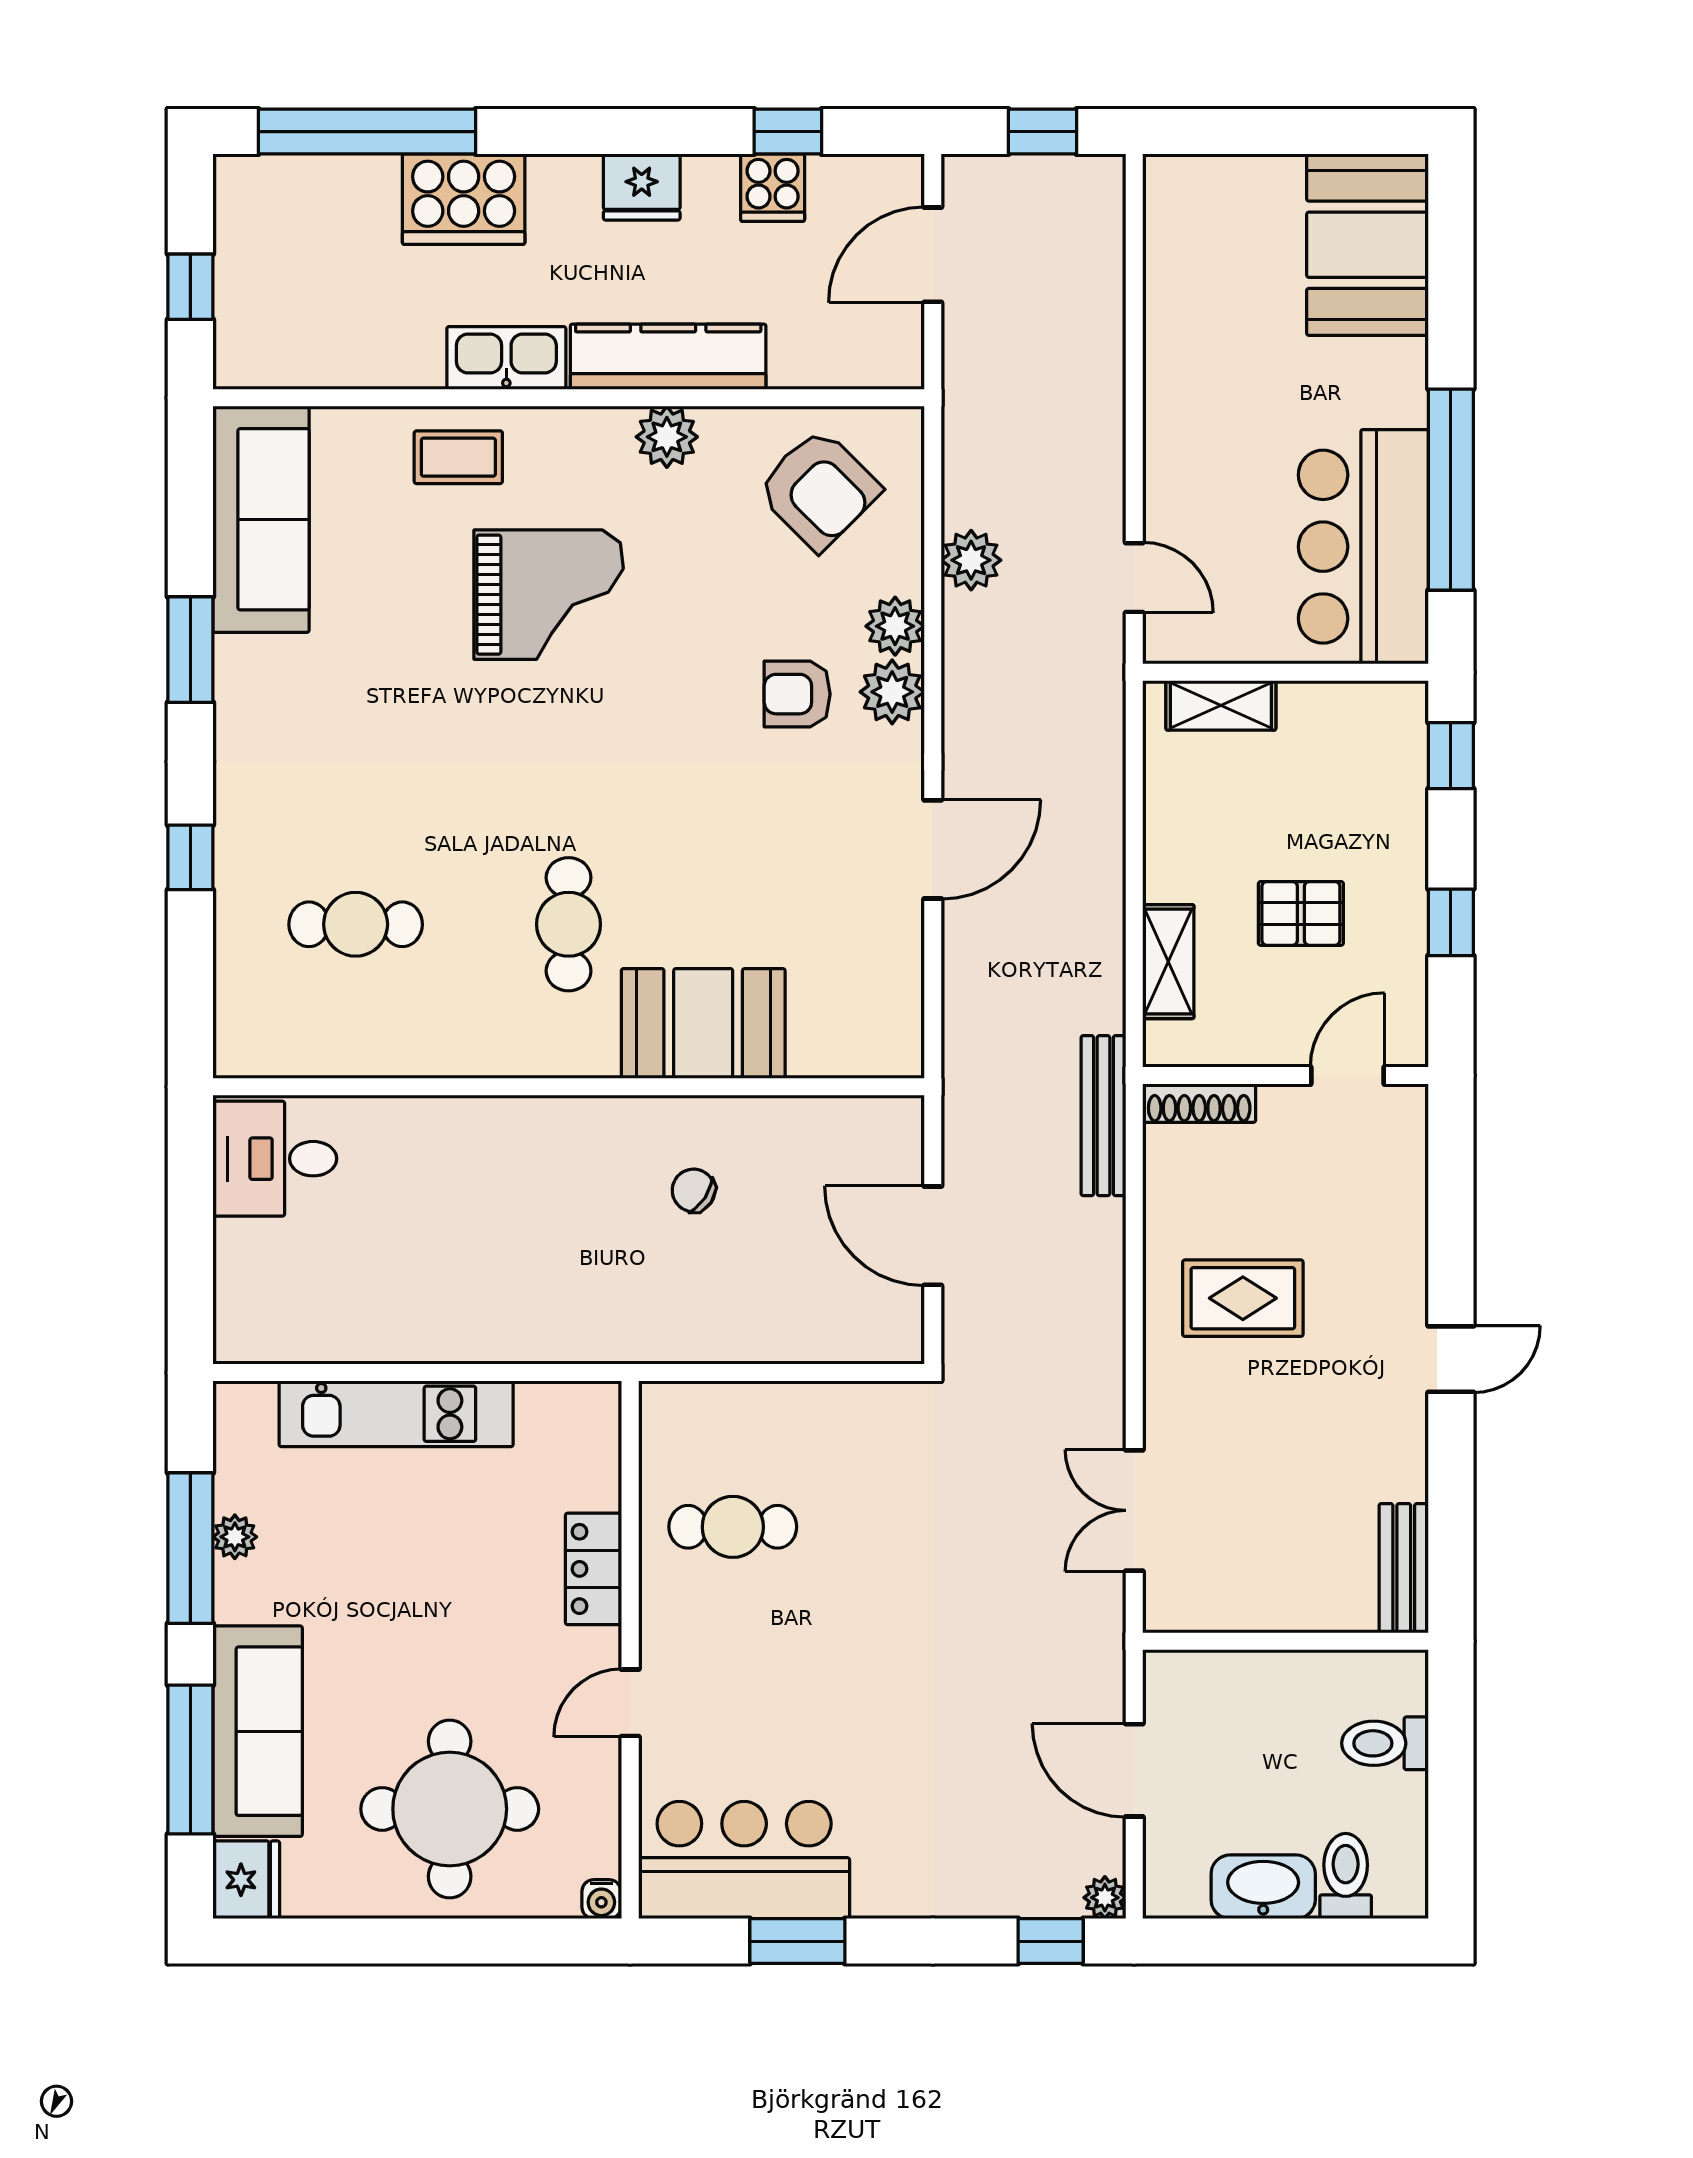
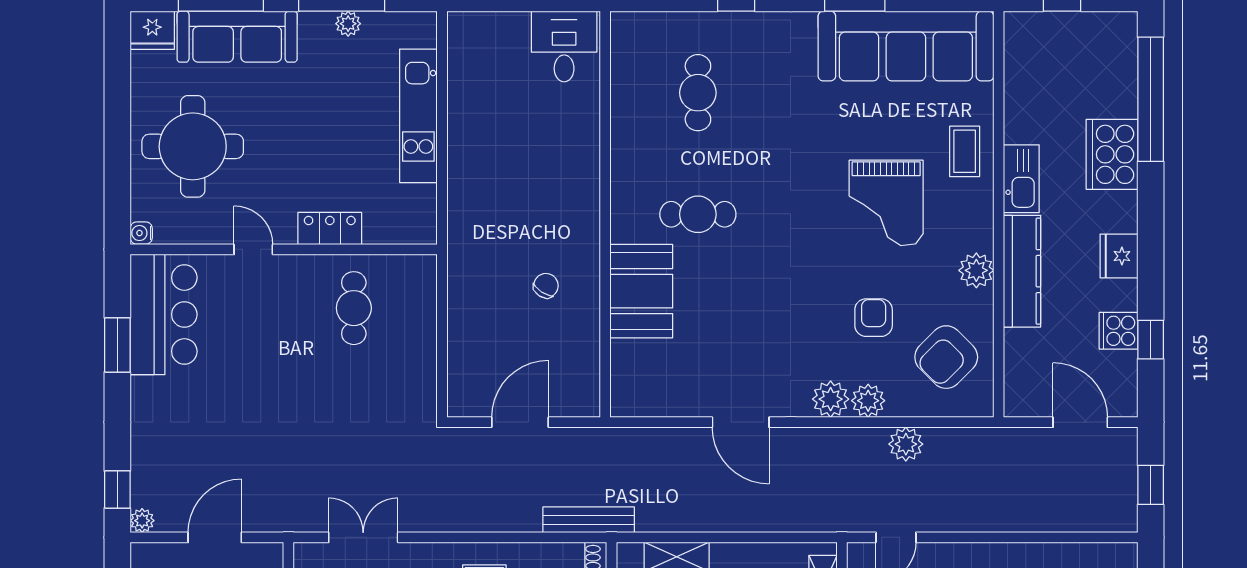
sofa: (261, 519) -> (906, 46), width x1.36, depth x1.27
armchair: (797, 694) -> (874, 318), moved

